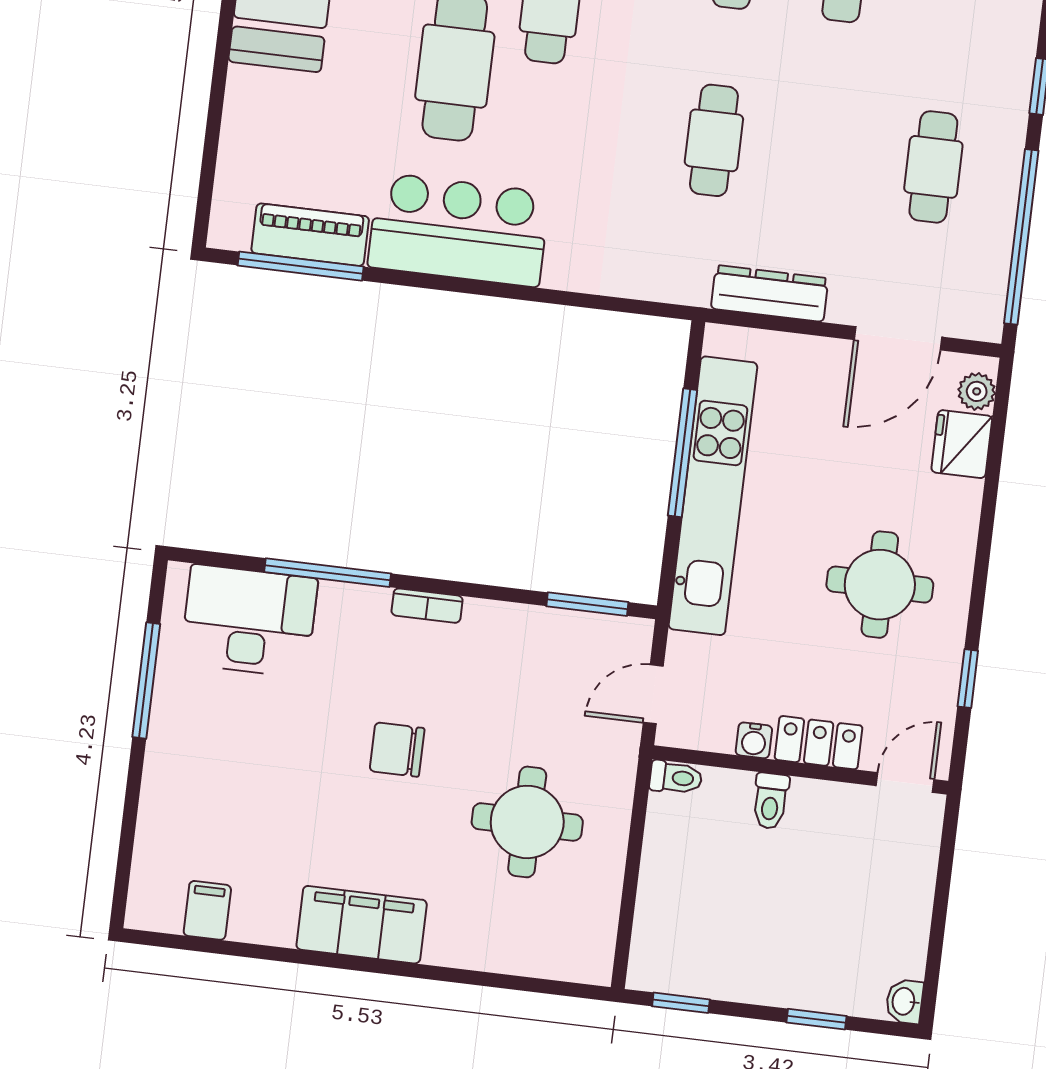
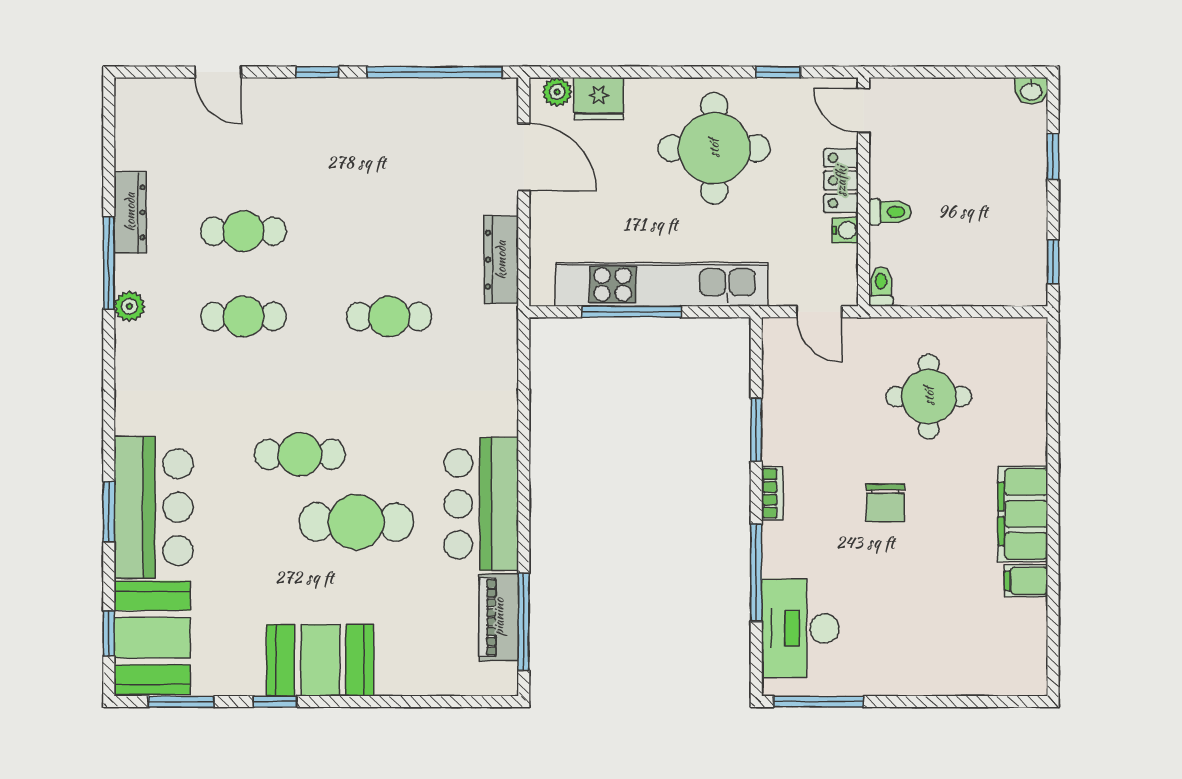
cafe table: (933, 167) -> (389, 146), removed
round table: (880, 585) -> (714, 148), width x1.36, depth x1.36
window: (587, 604) -> (756, 430), moved
window: (146, 681) -> (819, 702), moved
filing cabinet: (207, 910) -> (1026, 581), moved

